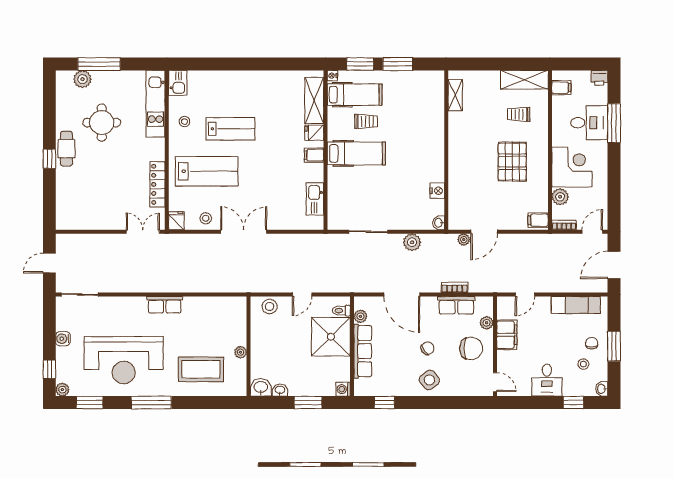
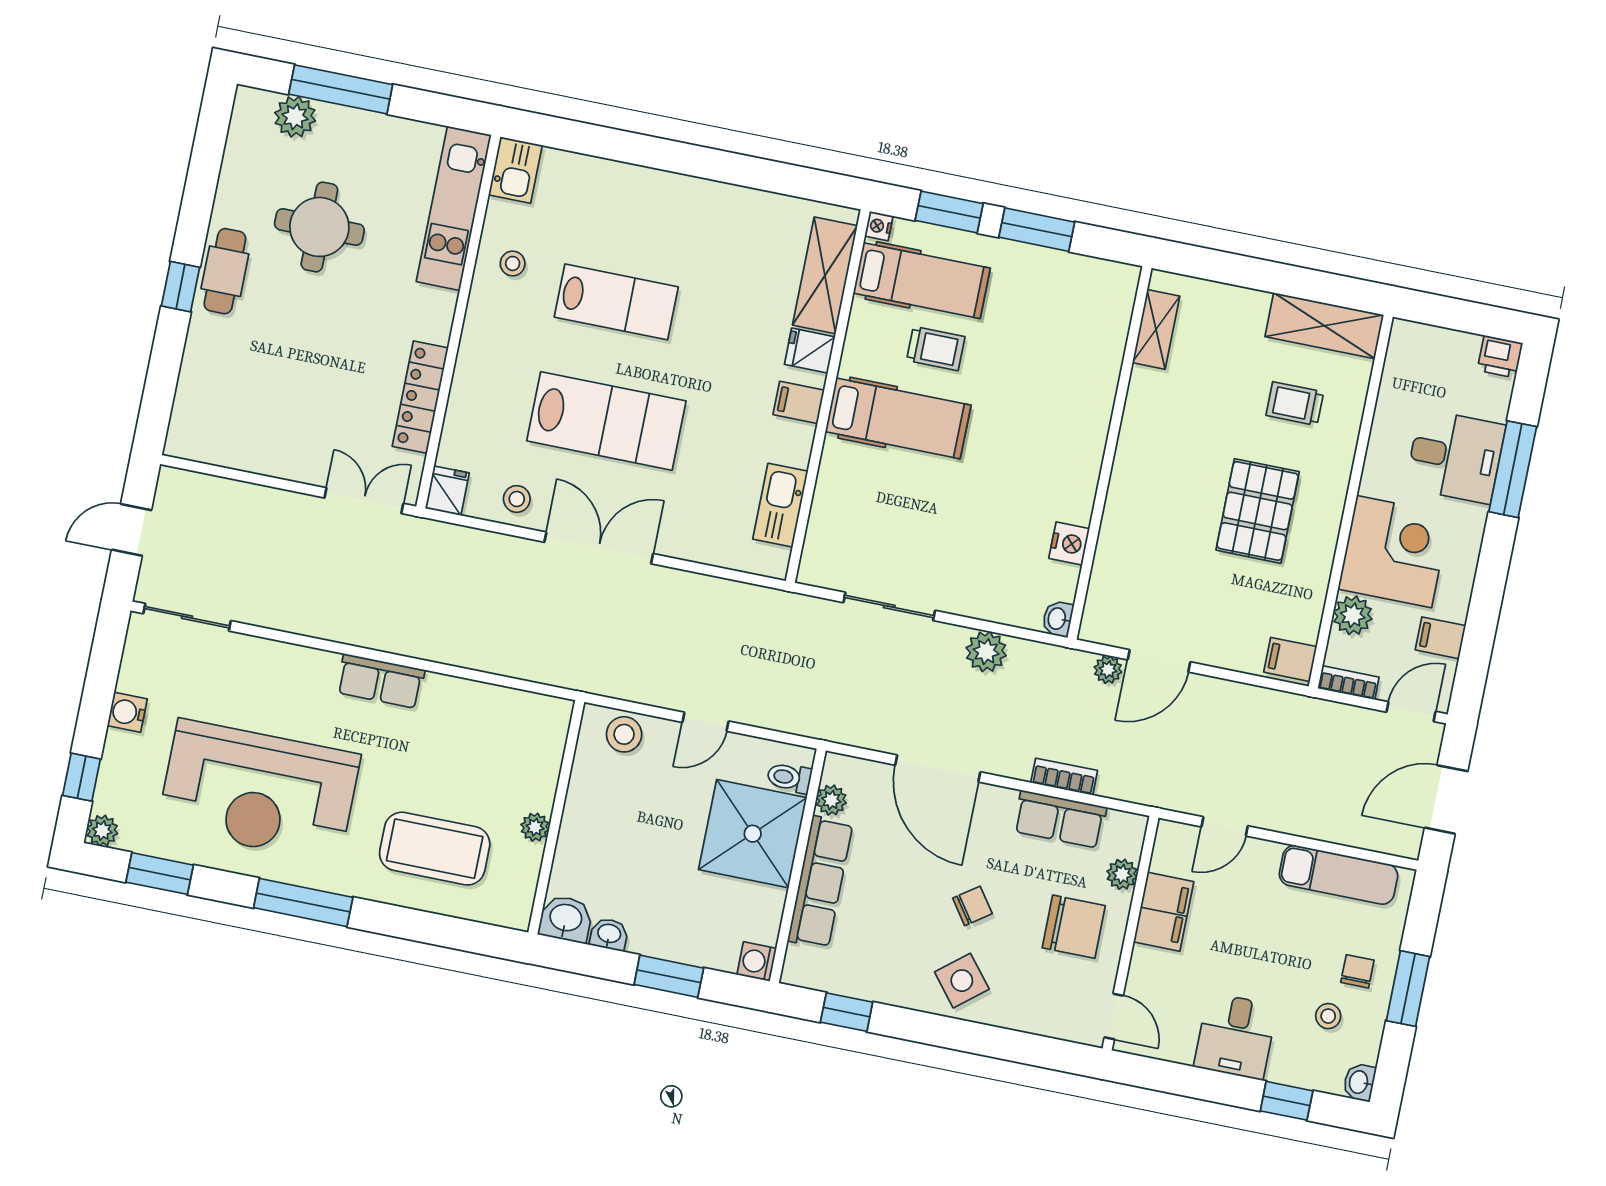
filing cabinet: (561, 88) -> (1441, 638), moved, turned 180
lab bench: (207, 171) -> (606, 421), moved

